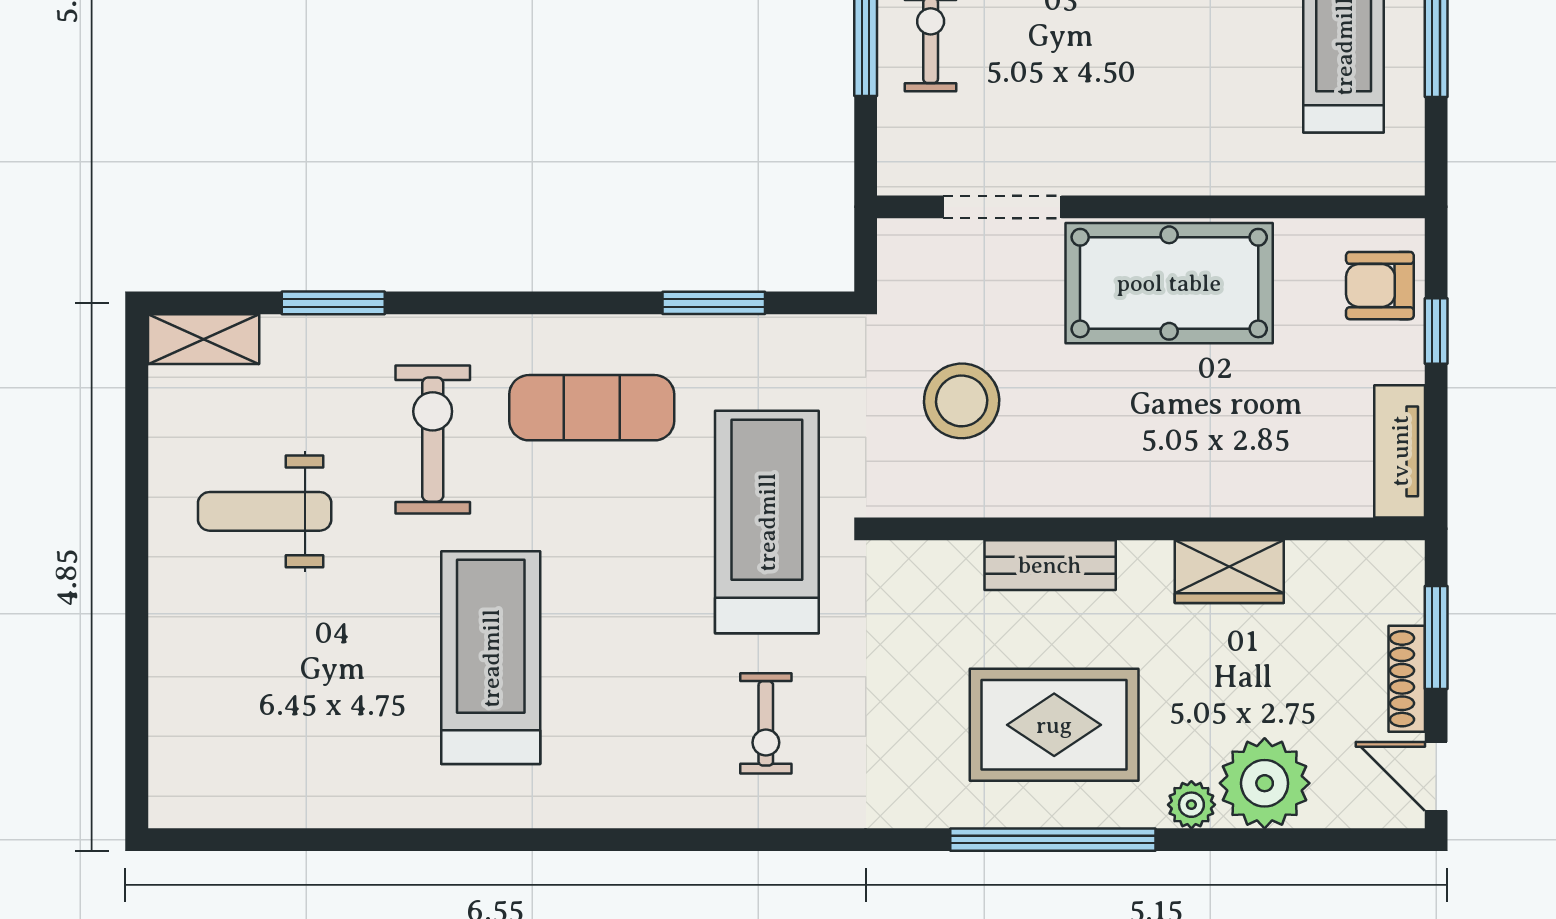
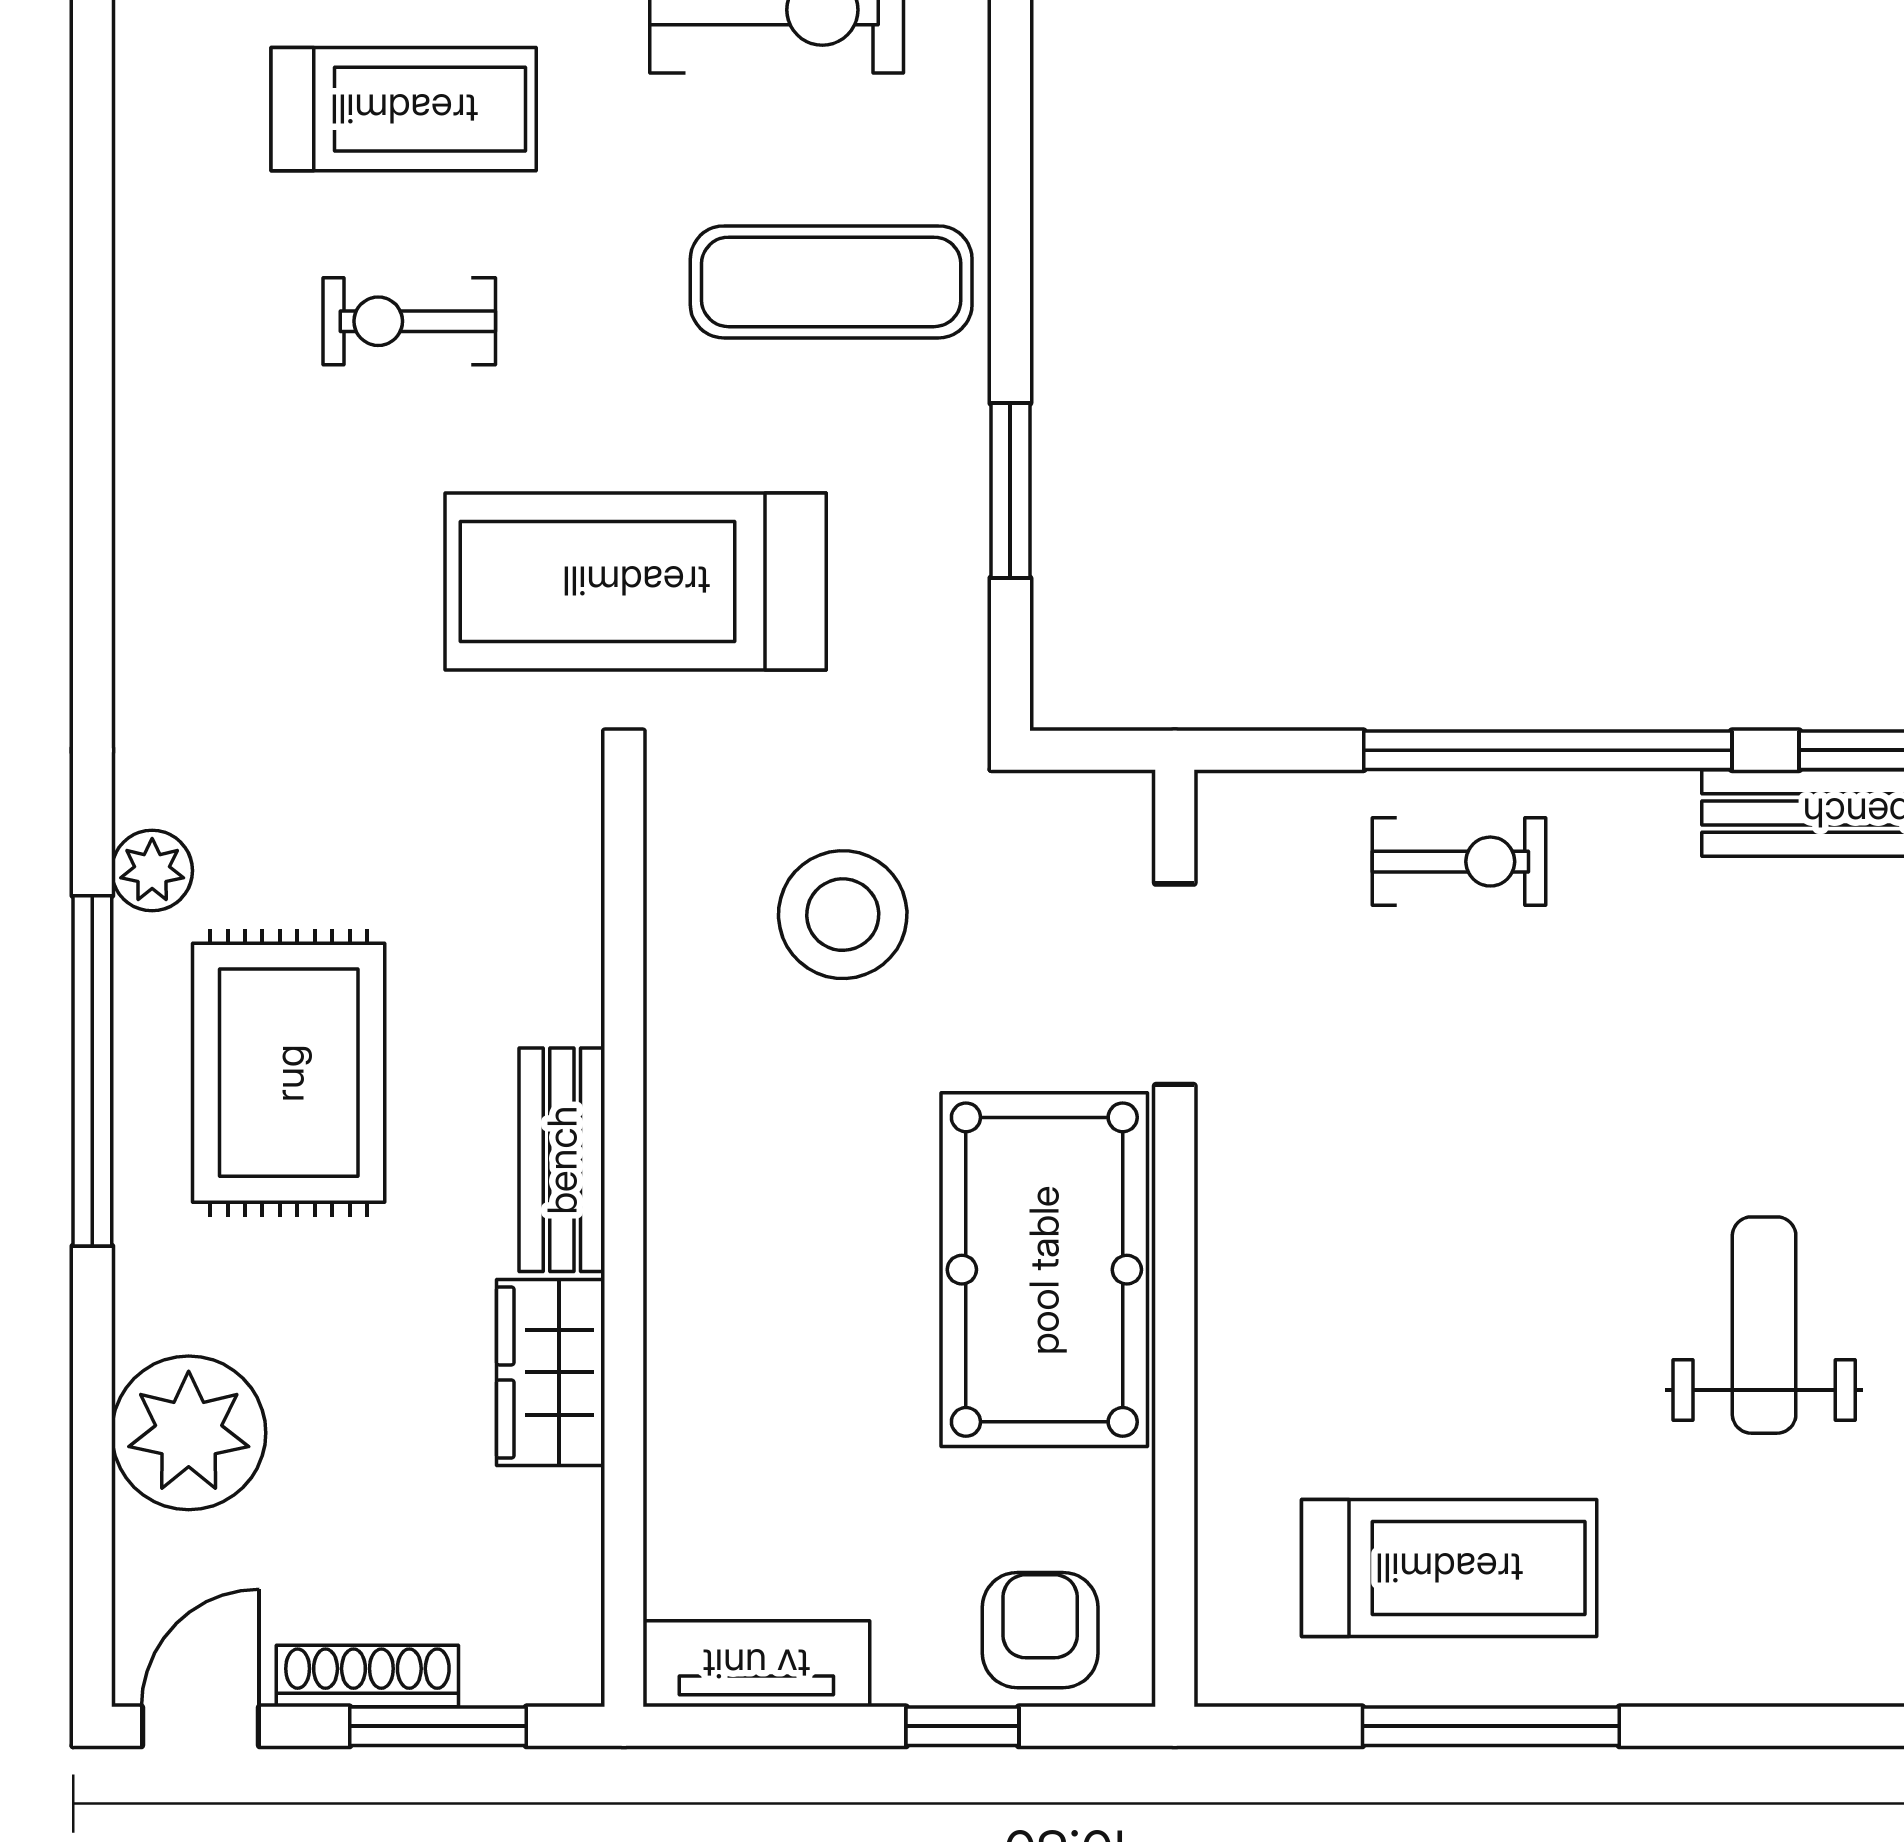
exercise mat: (592, 408) -> (831, 282), turned 90
treadmill: (767, 522) -> (636, 581), turned 180
bench: (1050, 565) -> (562, 1160), moved
treadmill: (491, 658) -> (404, 109), width x0.73, depth x0.73
exercise bike: (766, 723) -> (409, 321), moved
plant: (1191, 805) -> (152, 871), moved

